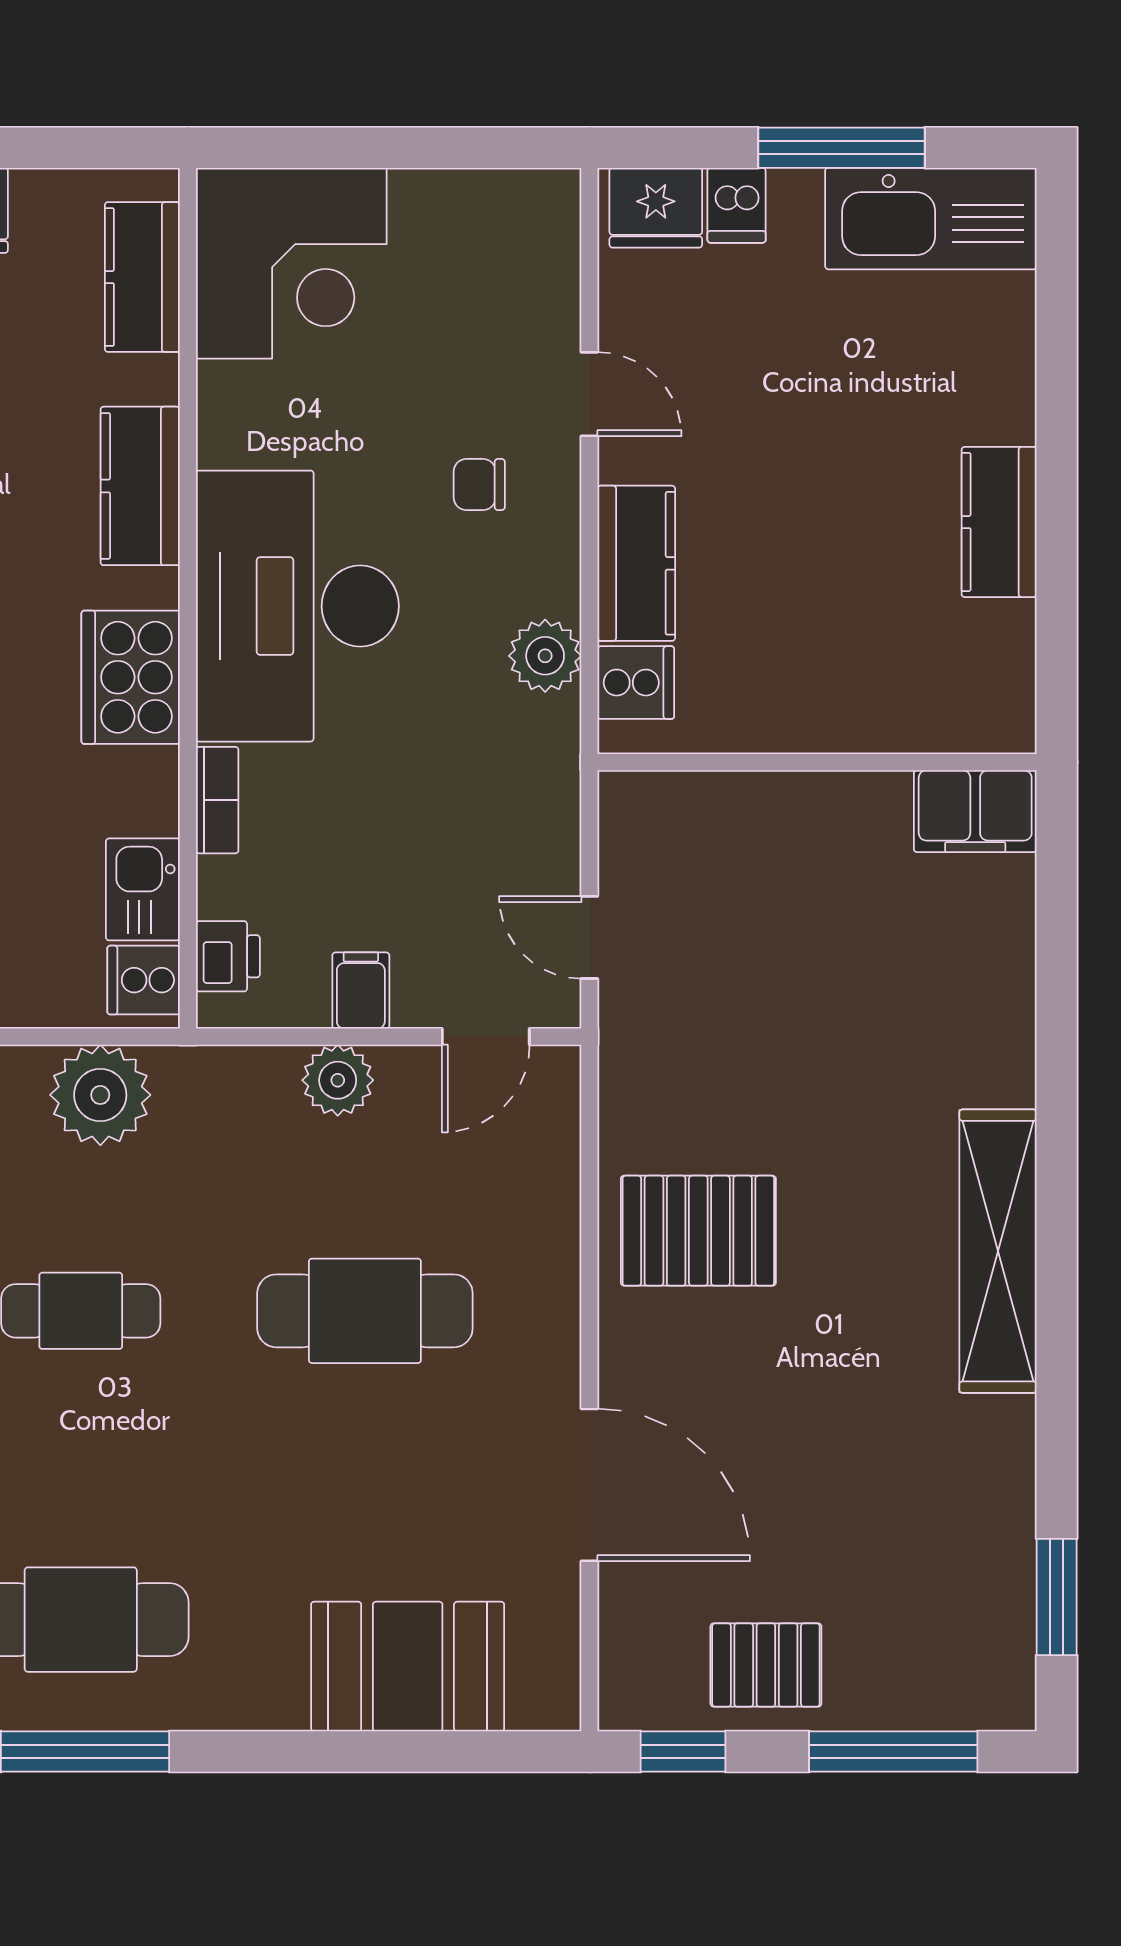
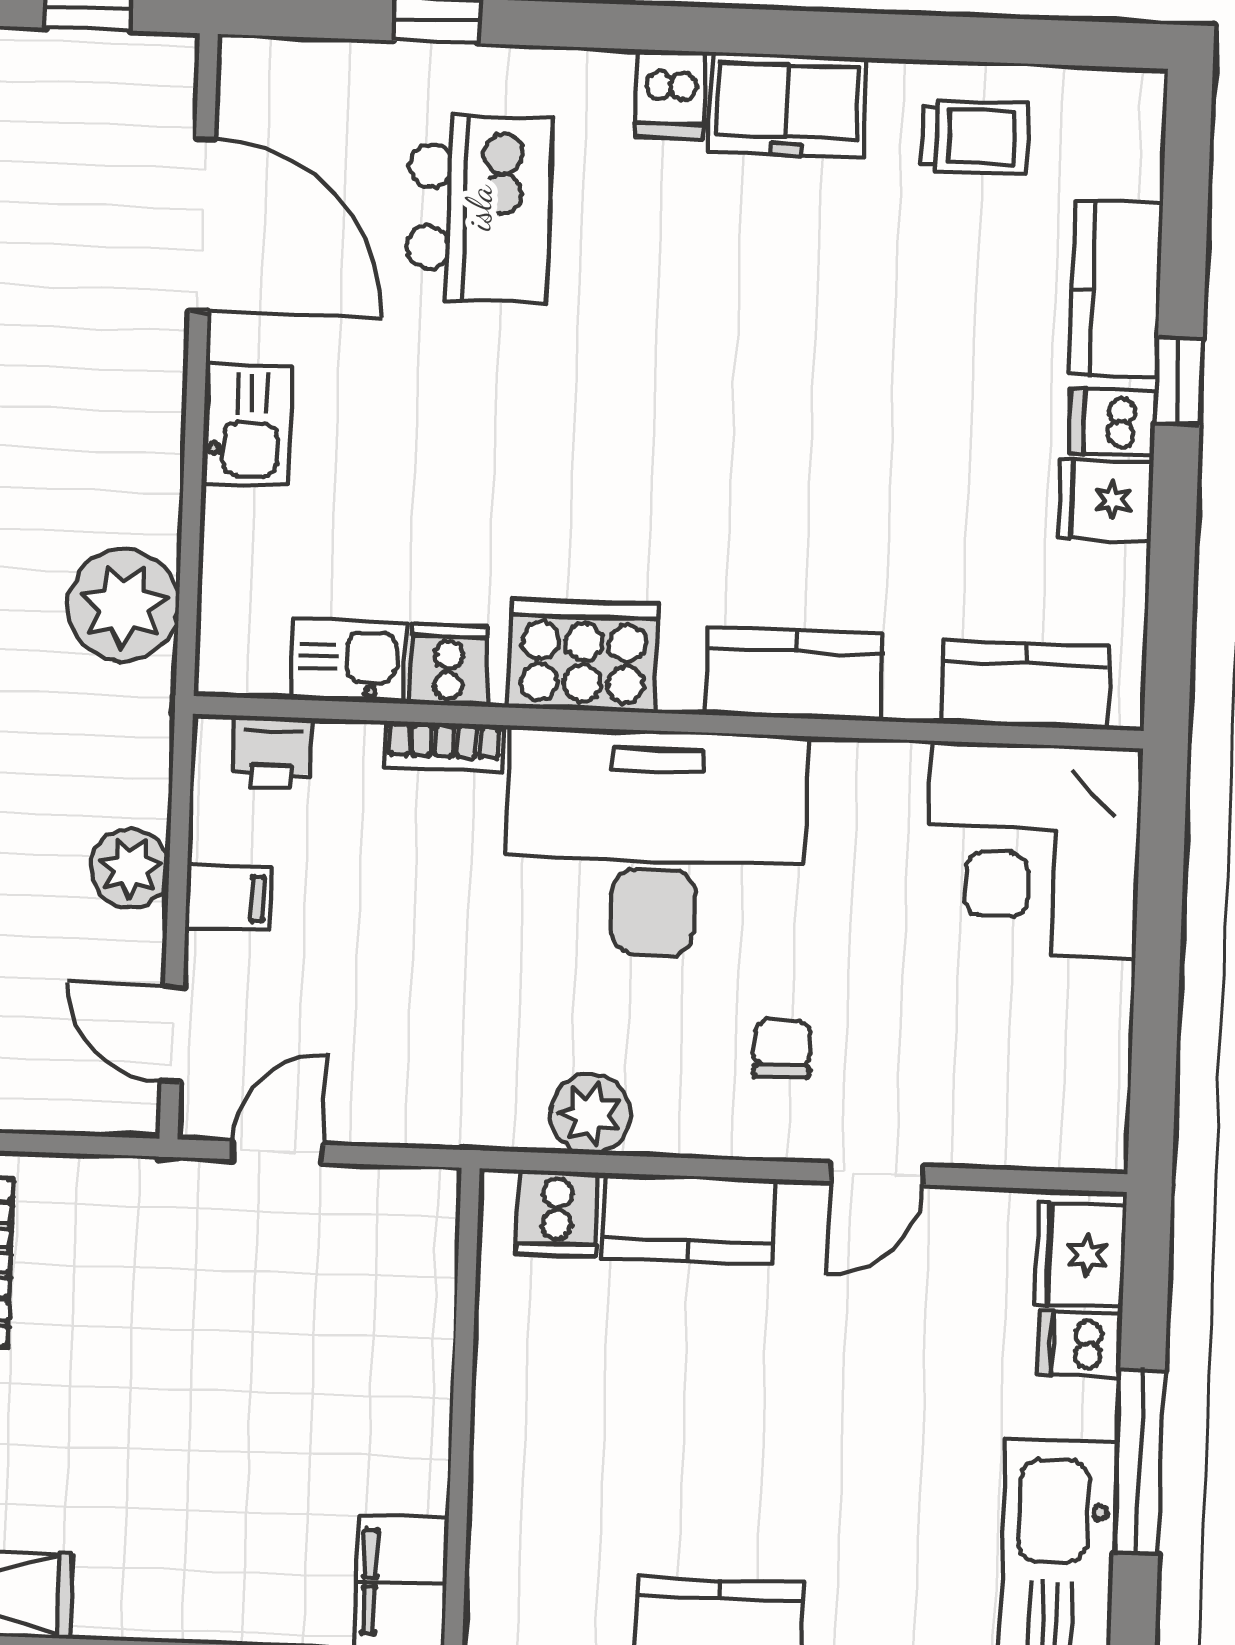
cooker: (144, 980) -> (449, 665), moved

